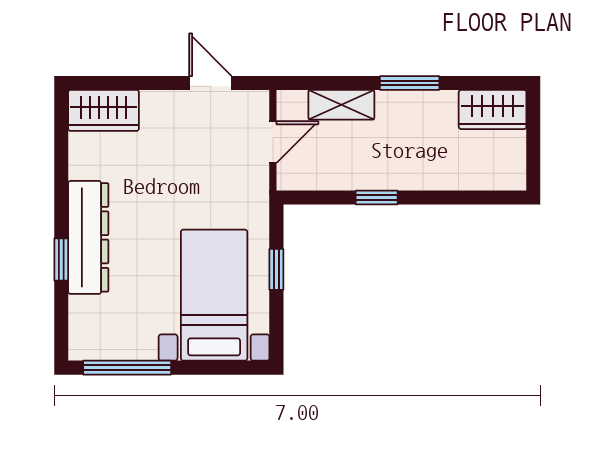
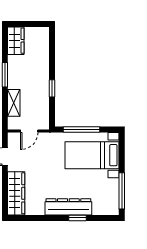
wardrobe: (104, 110) -> (16, 193), width x1.50
door: (273, 142) -> (29, 131), swing flipped
window: (276, 269) -> (82, 130), width x2.17

